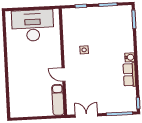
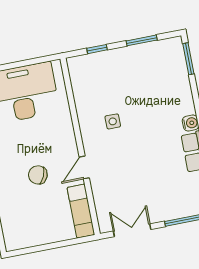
chair: (36, 75) -> (38, 175), added
door: (64, 75) -> (84, 167), hinge flipped

